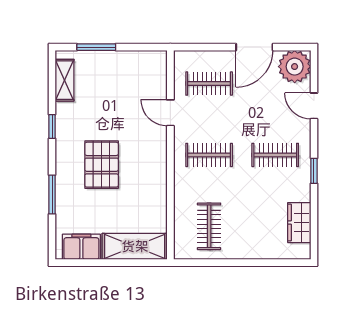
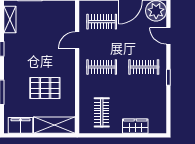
door: (170, 113) -> (77, 40), hinge flipped
pallet: (102, 165) -> (45, 88), moved, turned 90
wardrobe: (299, 223) -> (135, 126), moved, turned 90

